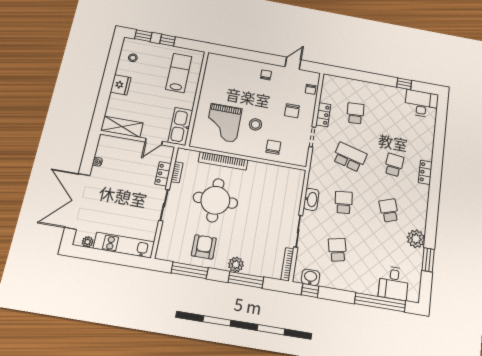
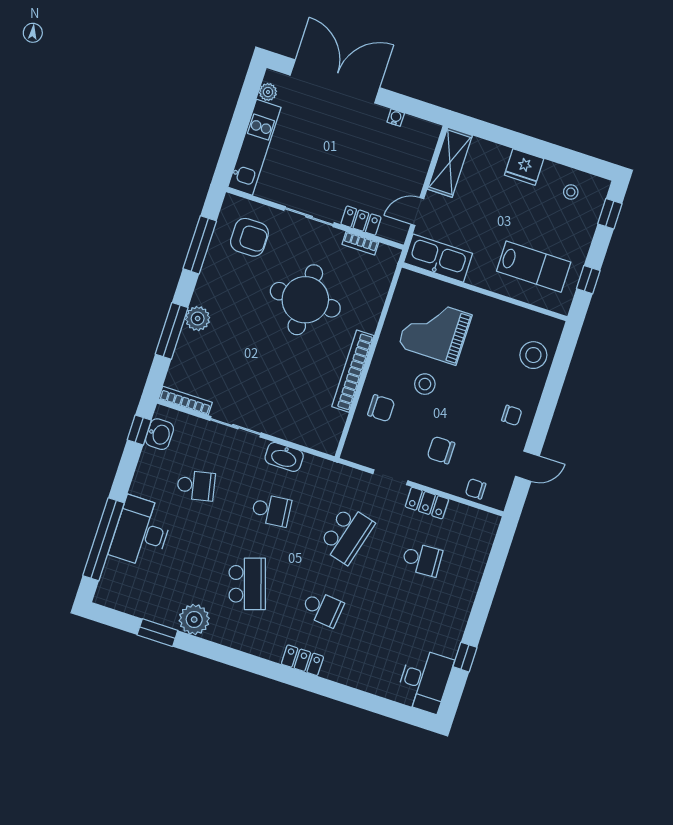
window: (168, 40) -> (588, 280), moved
door: (293, 63) -> (527, 466), hinge flipped
stool: (230, 67) -> (533, 355), added
door: (154, 142) -> (417, 212), hinge flipped
bookcase: (223, 161) -> (353, 371), moved
school desk: (389, 210) -> (247, 584), width x1.85
armchair: (204, 247) -> (249, 237), moved
desk: (394, 283) -> (141, 532), moved, width x1.37

